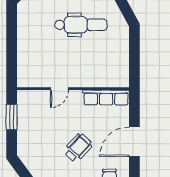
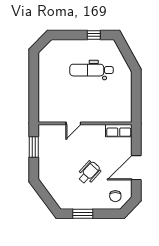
dental chair: (81, 25) -> (92, 70), turned 180
row of seats: (106, 97) -> (119, 131), width x0.68

